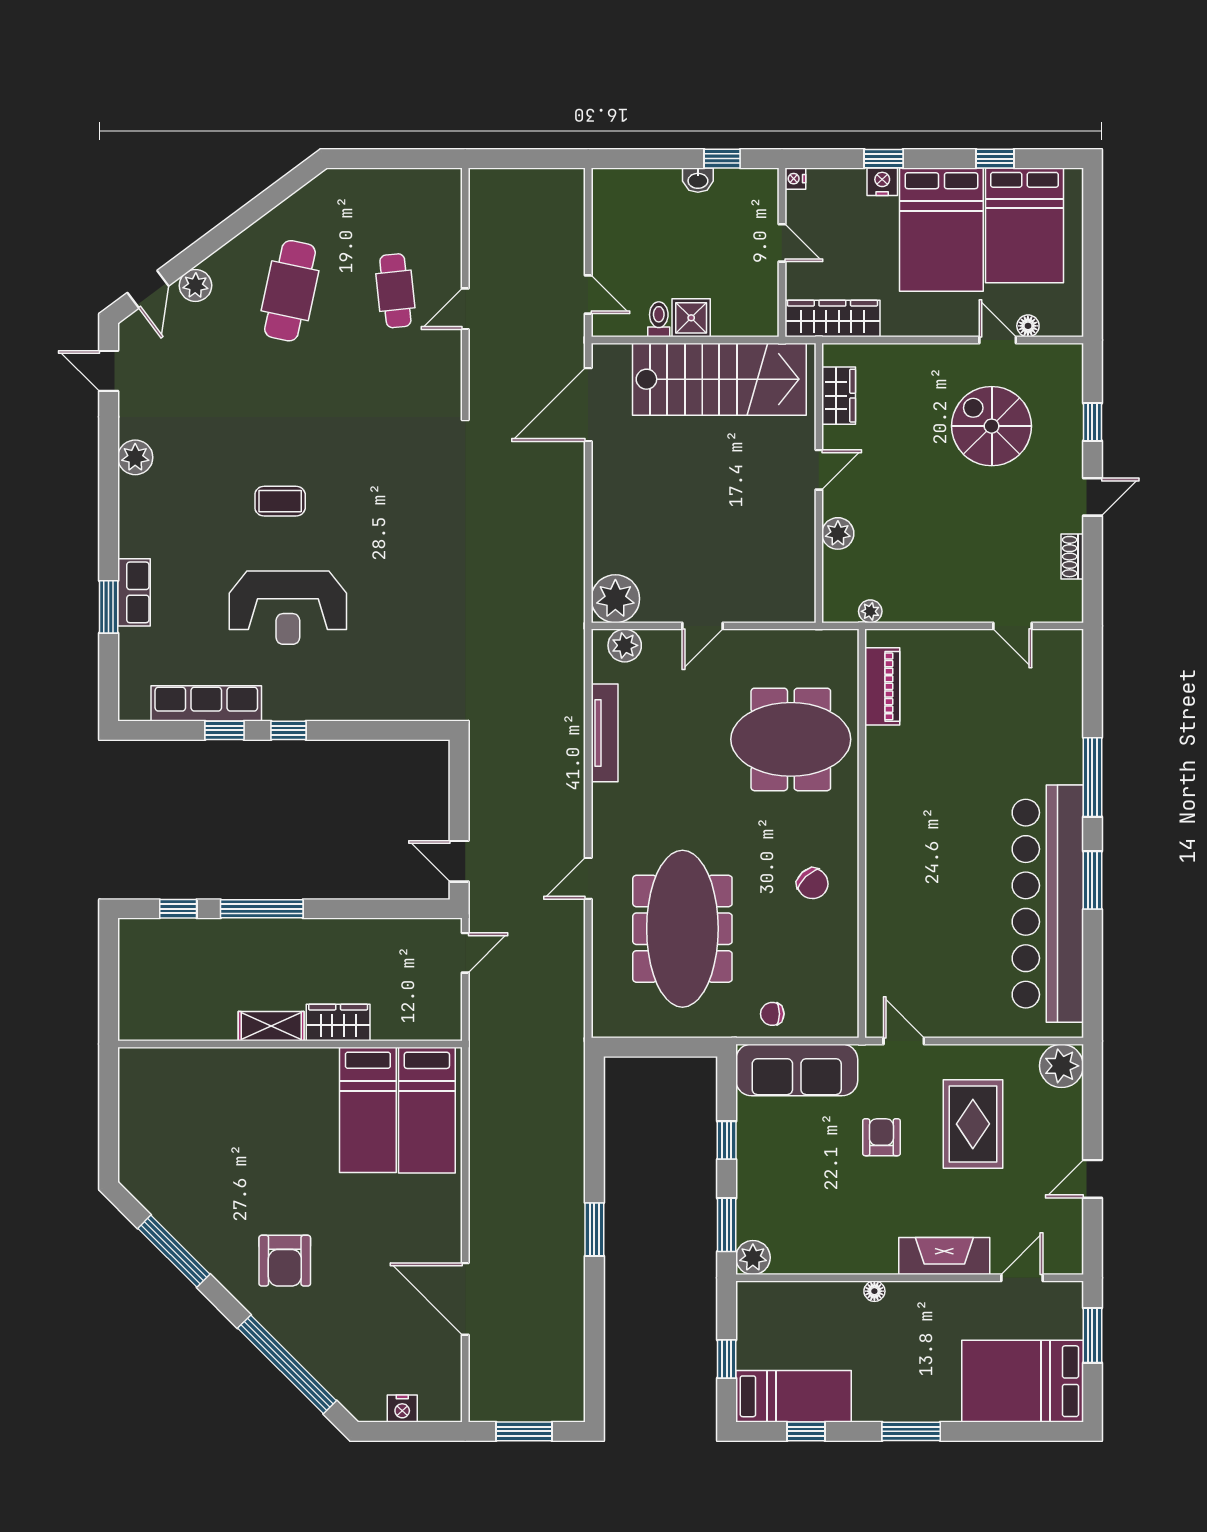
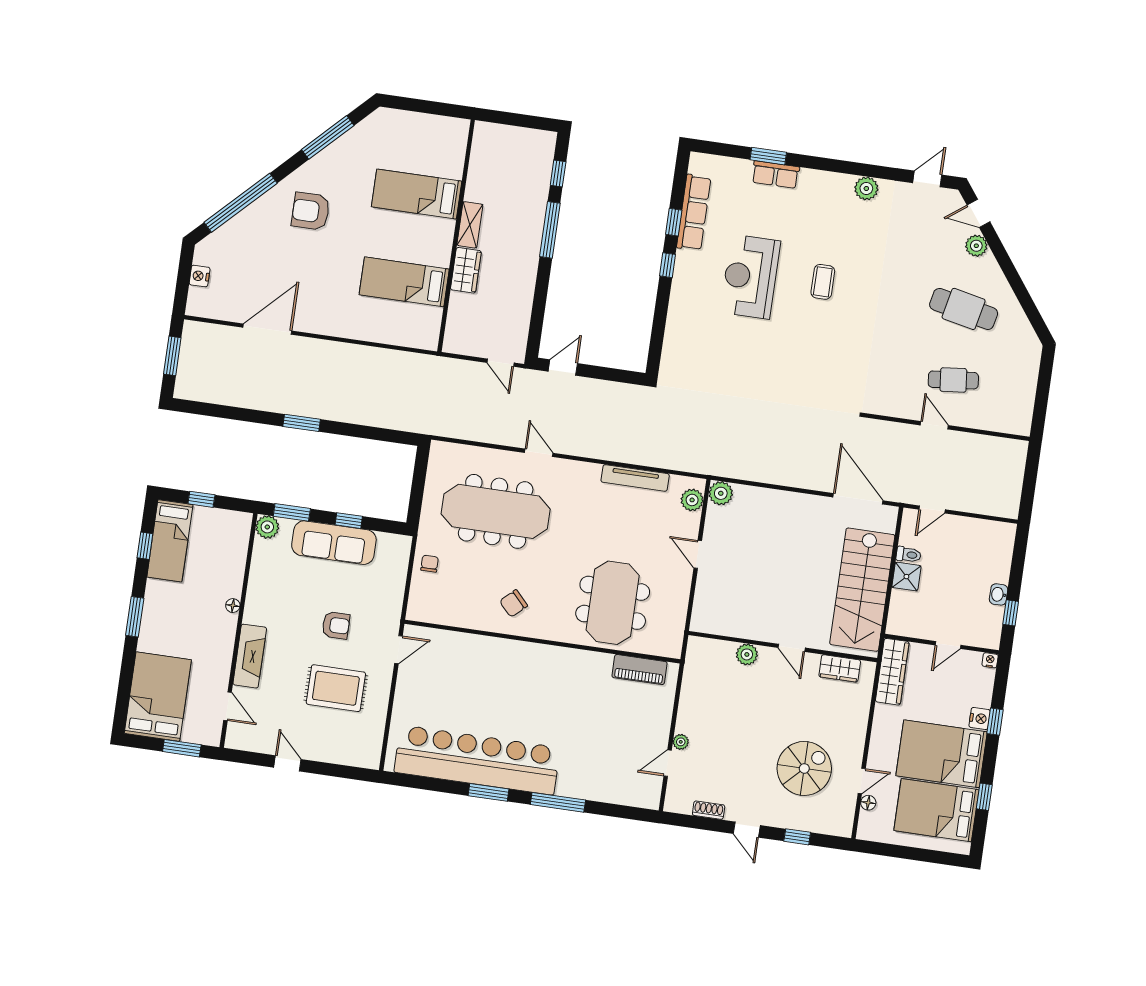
plant: (615, 599) -> (721, 493), width x0.73, depth x0.73
plant: (870, 611) -> (681, 742), moved
plant: (1061, 1066) -> (366, 753), removed
sofa: (797, 1070) -> (334, 543), moved, turned -90
bed: (427, 1110) -> (417, 194), moved

